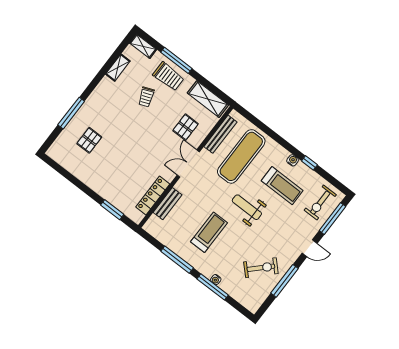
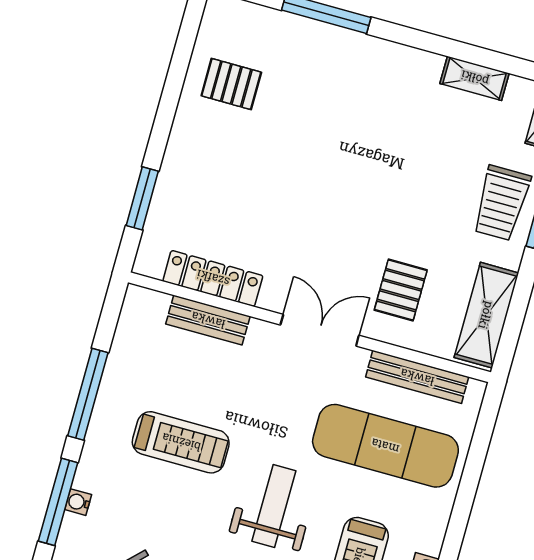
trolley: (146, 97) -> (434, 171), removed
pallet: (186, 127) -> (401, 290), turned 90
pallet: (89, 140) -> (231, 84), moved

